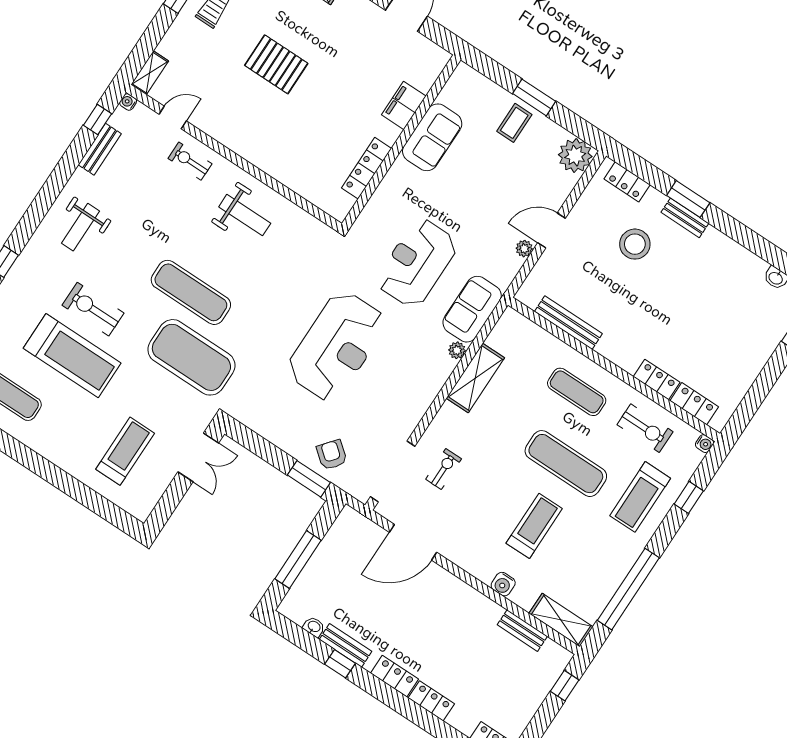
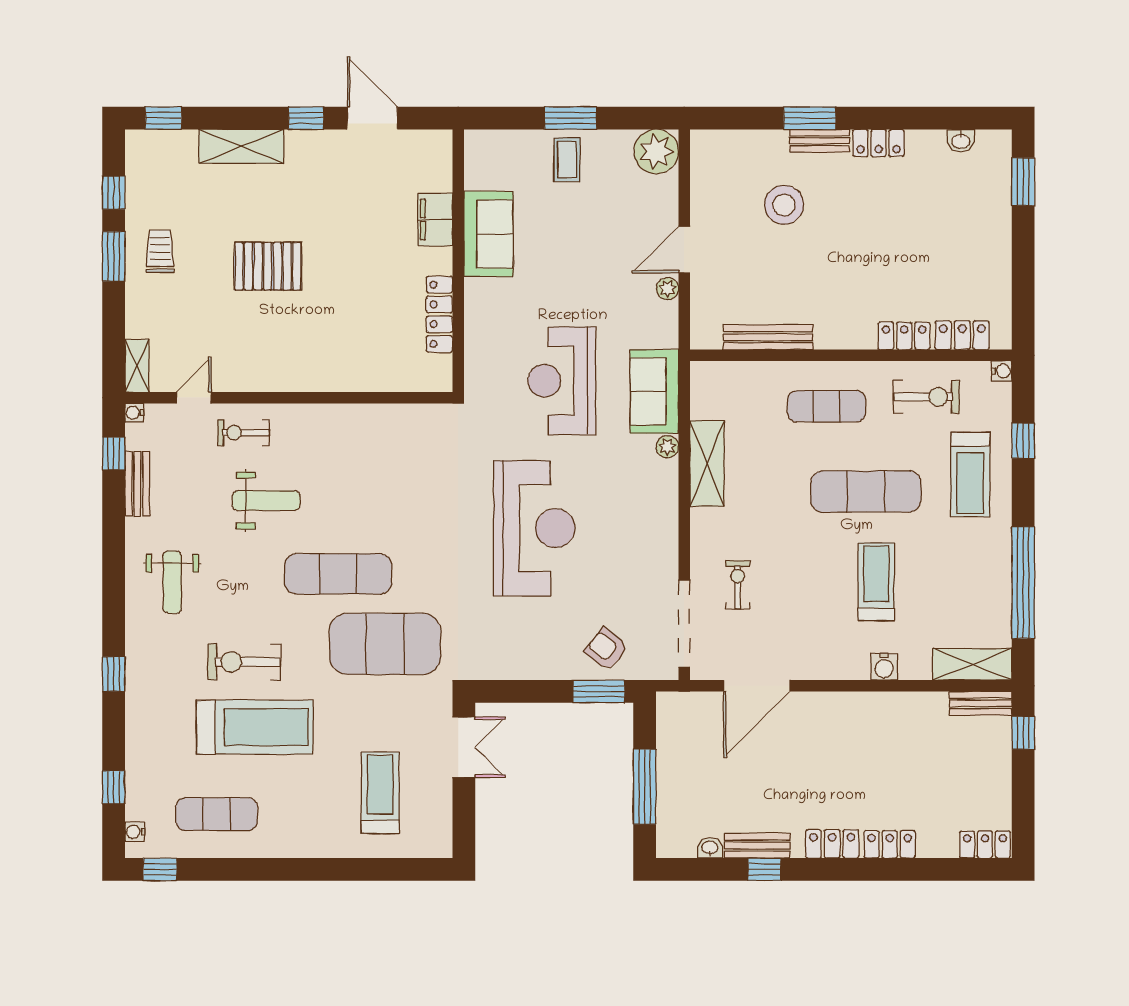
locker: (627, 182) -> (878, 143), moved
weight bench: (245, 215) -> (266, 501), moved
bench: (522, 631) -> (981, 703), moved

